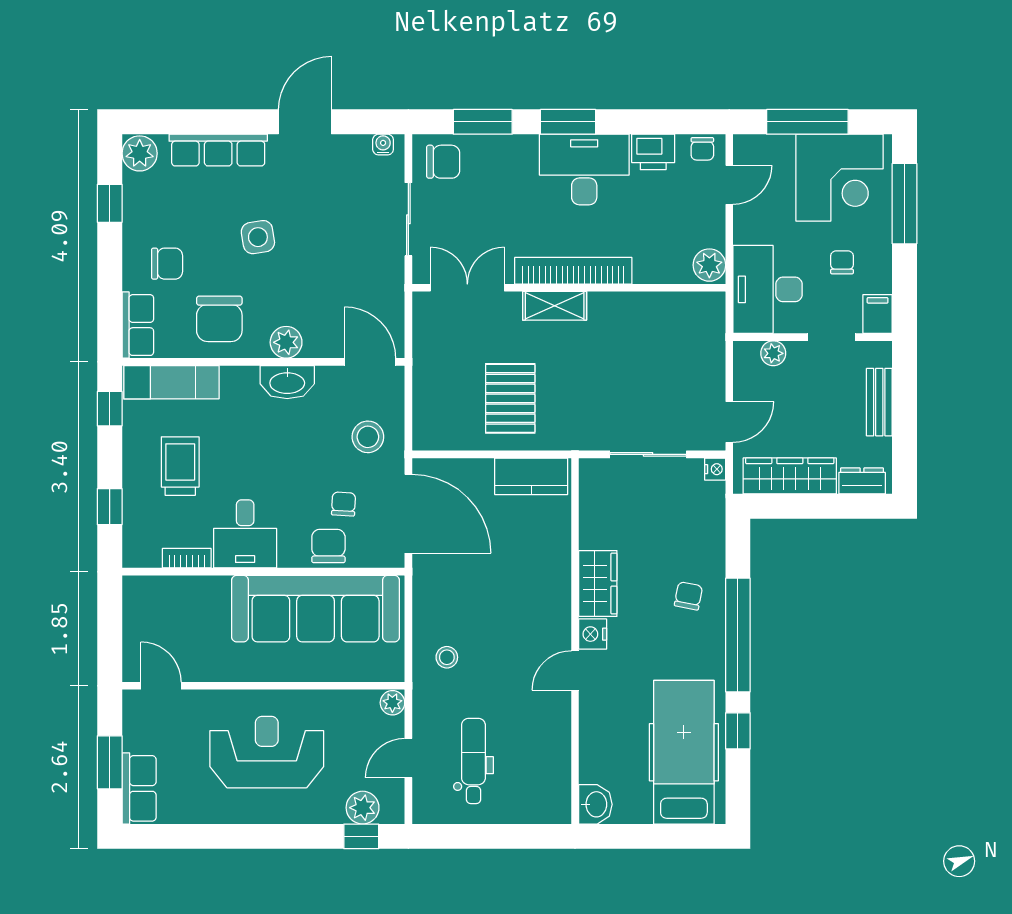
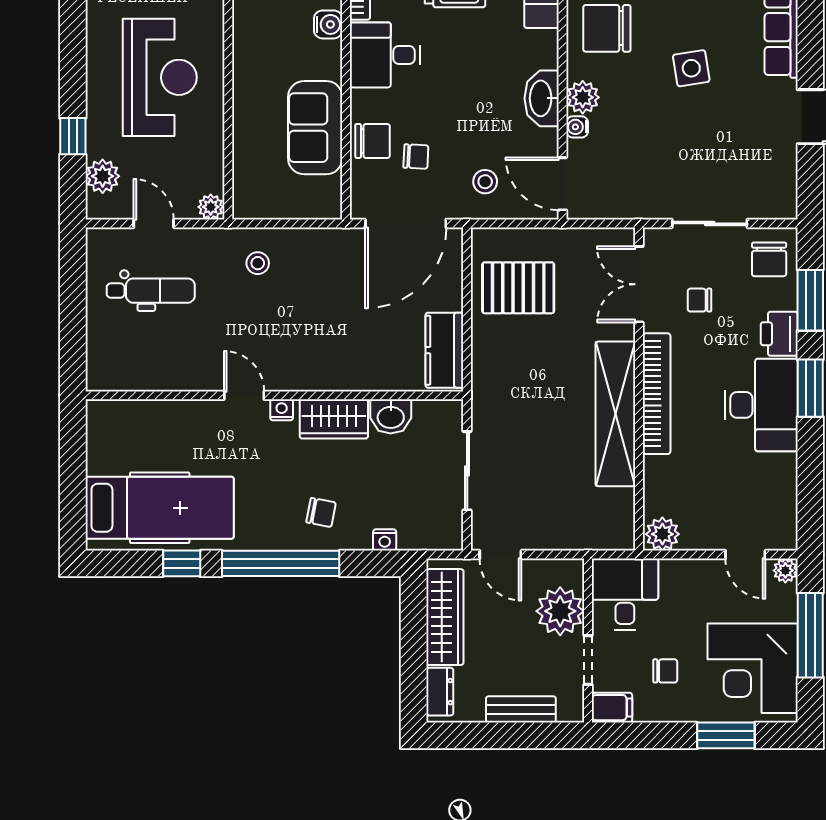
water cooler: (383, 145) -> (577, 127), moved, turned 180
plant: (745, 146) -> (785, 570), added
chair: (702, 149) -> (700, 300), moved
printer: (653, 152) -> (779, 334), moved
window: (904, 204) -> (726, 735), width x0.69
double door: (467, 288) -> (639, 284), swing flipped
desk: (768, 289) -> (625, 594), width x0.73
shelving: (555, 306) -> (615, 414), width x2.20, depth x1.33
plant: (773, 353) -> (560, 611), width x1.87, depth x1.87
door: (370, 362) -> (563, 184), swing flipped
pallet: (510, 398) -> (518, 288), moved
stool: (368, 437) -> (485, 182), width x0.73, depth x0.73
nightstand: (715, 469) -> (385, 540), moved
water cooler: (216, 589) -> (328, 24), added
sofa: (316, 609) -> (315, 128), width x0.54, depth x0.79
nightstand: (593, 634) -> (282, 410), width x0.72, depth x0.74
washbasin: (595, 804) -> (391, 416), moved
window: (361, 836) -> (73, 136), moved

